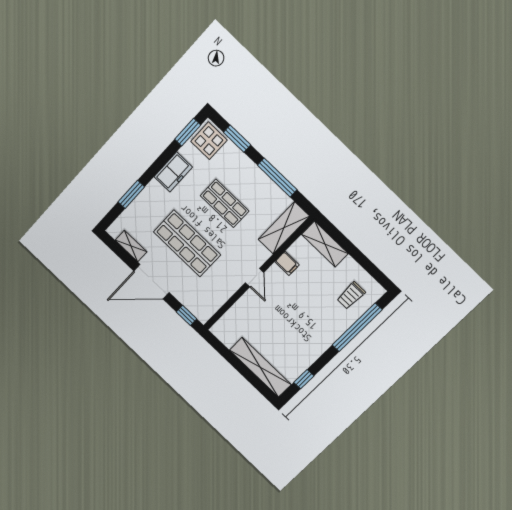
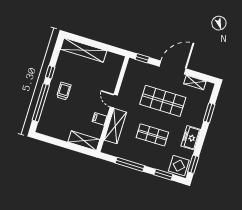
shelving: (284, 228) -> (115, 126), moved
trolley: (351, 296) -> (64, 91), moved
window: (304, 379) -> (50, 72), moved

